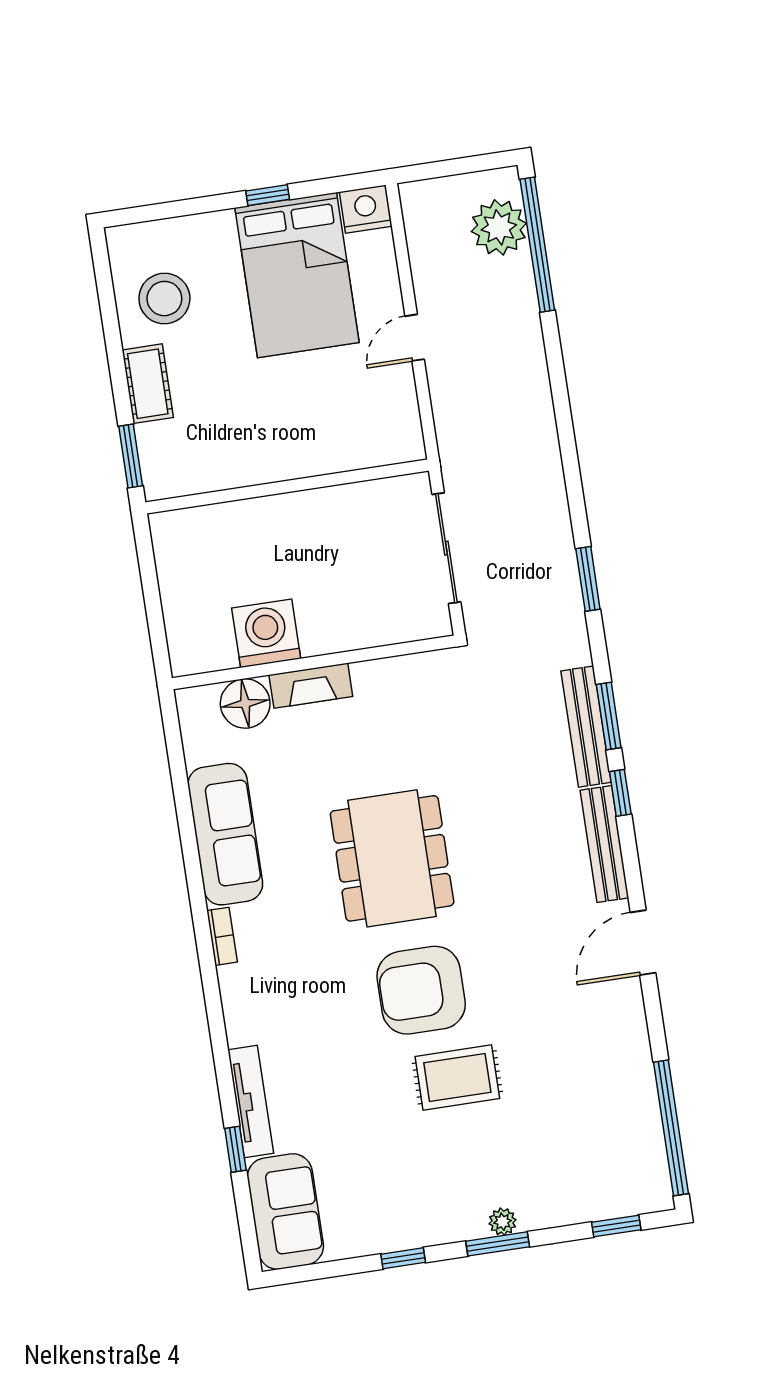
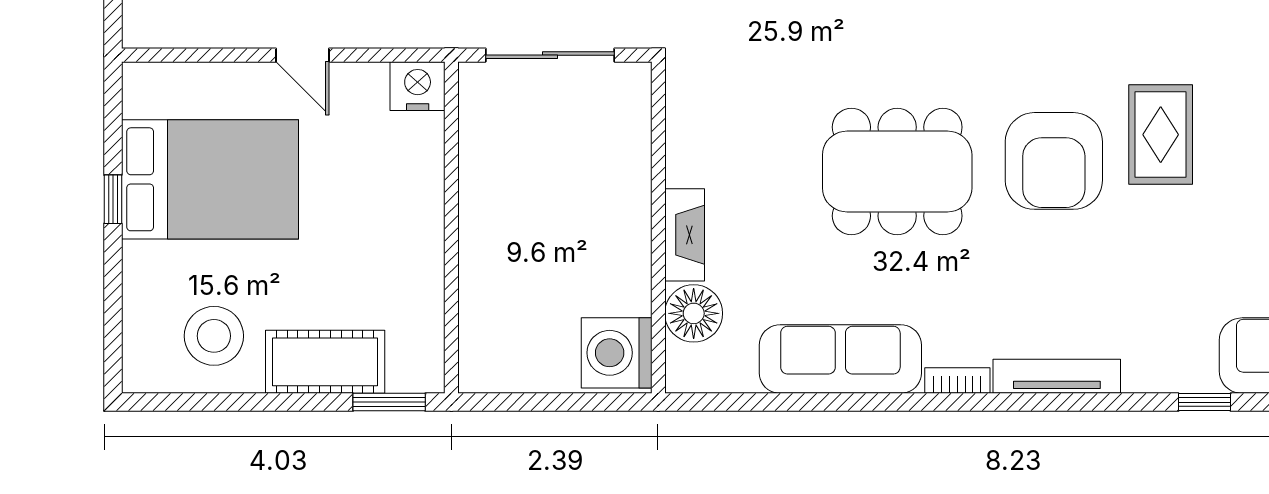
nightstand: (366, 209) -> (418, 86), moved, turned 90
cot: (148, 384) -> (325, 362), width x1.37, depth x1.34
washing machine: (266, 633) -> (617, 353), moved
tv unit: (251, 1102) -> (1057, 376), moved

